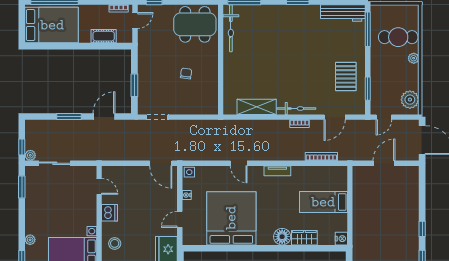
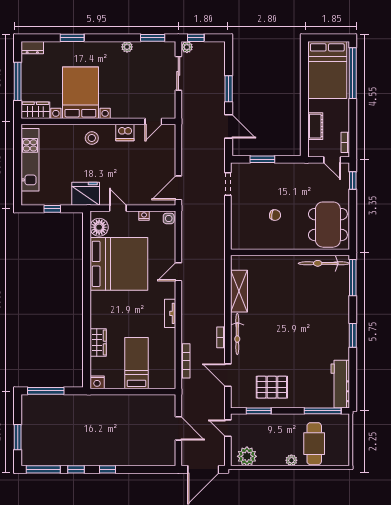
floor lamp: (282, 237) -> (99, 227), moved
plant: (30, 240) -> (127, 47), moved

